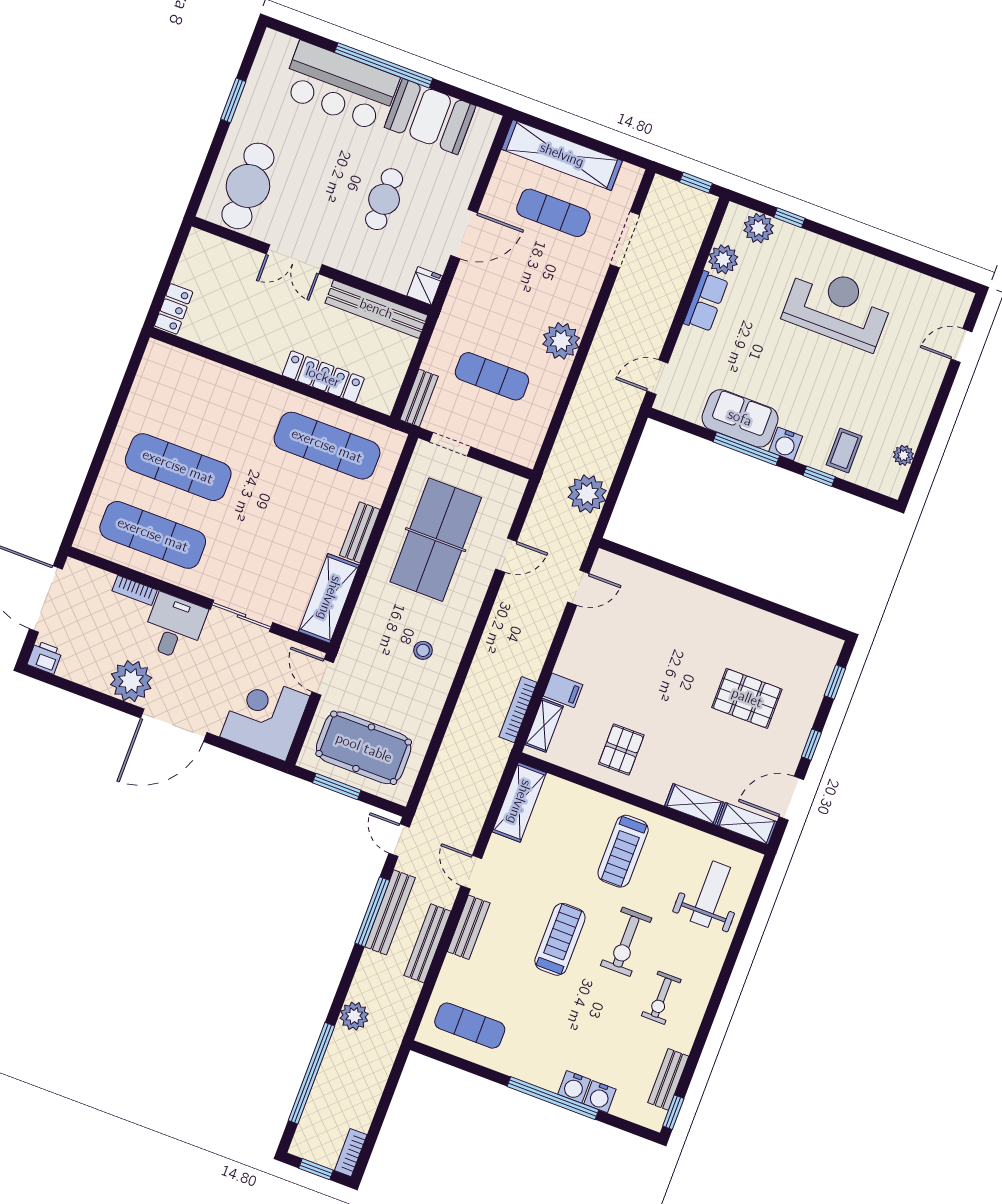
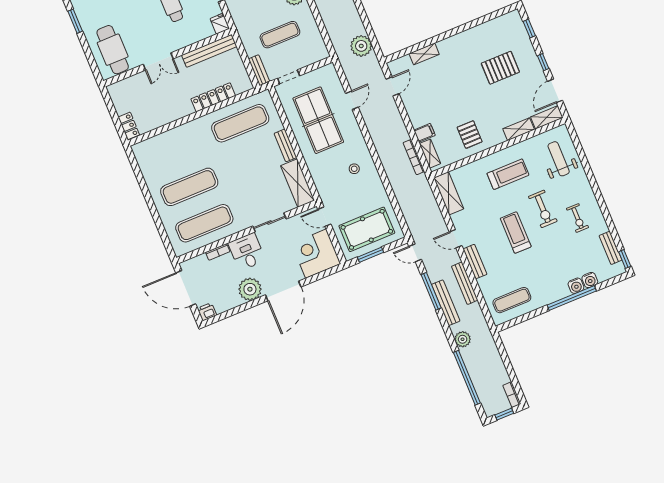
shelving: (662, 584) -> (424, 54), added
treadmill: (623, 851) -> (508, 174), turned -90
bench: (390, 912) -> (446, 303), moved

